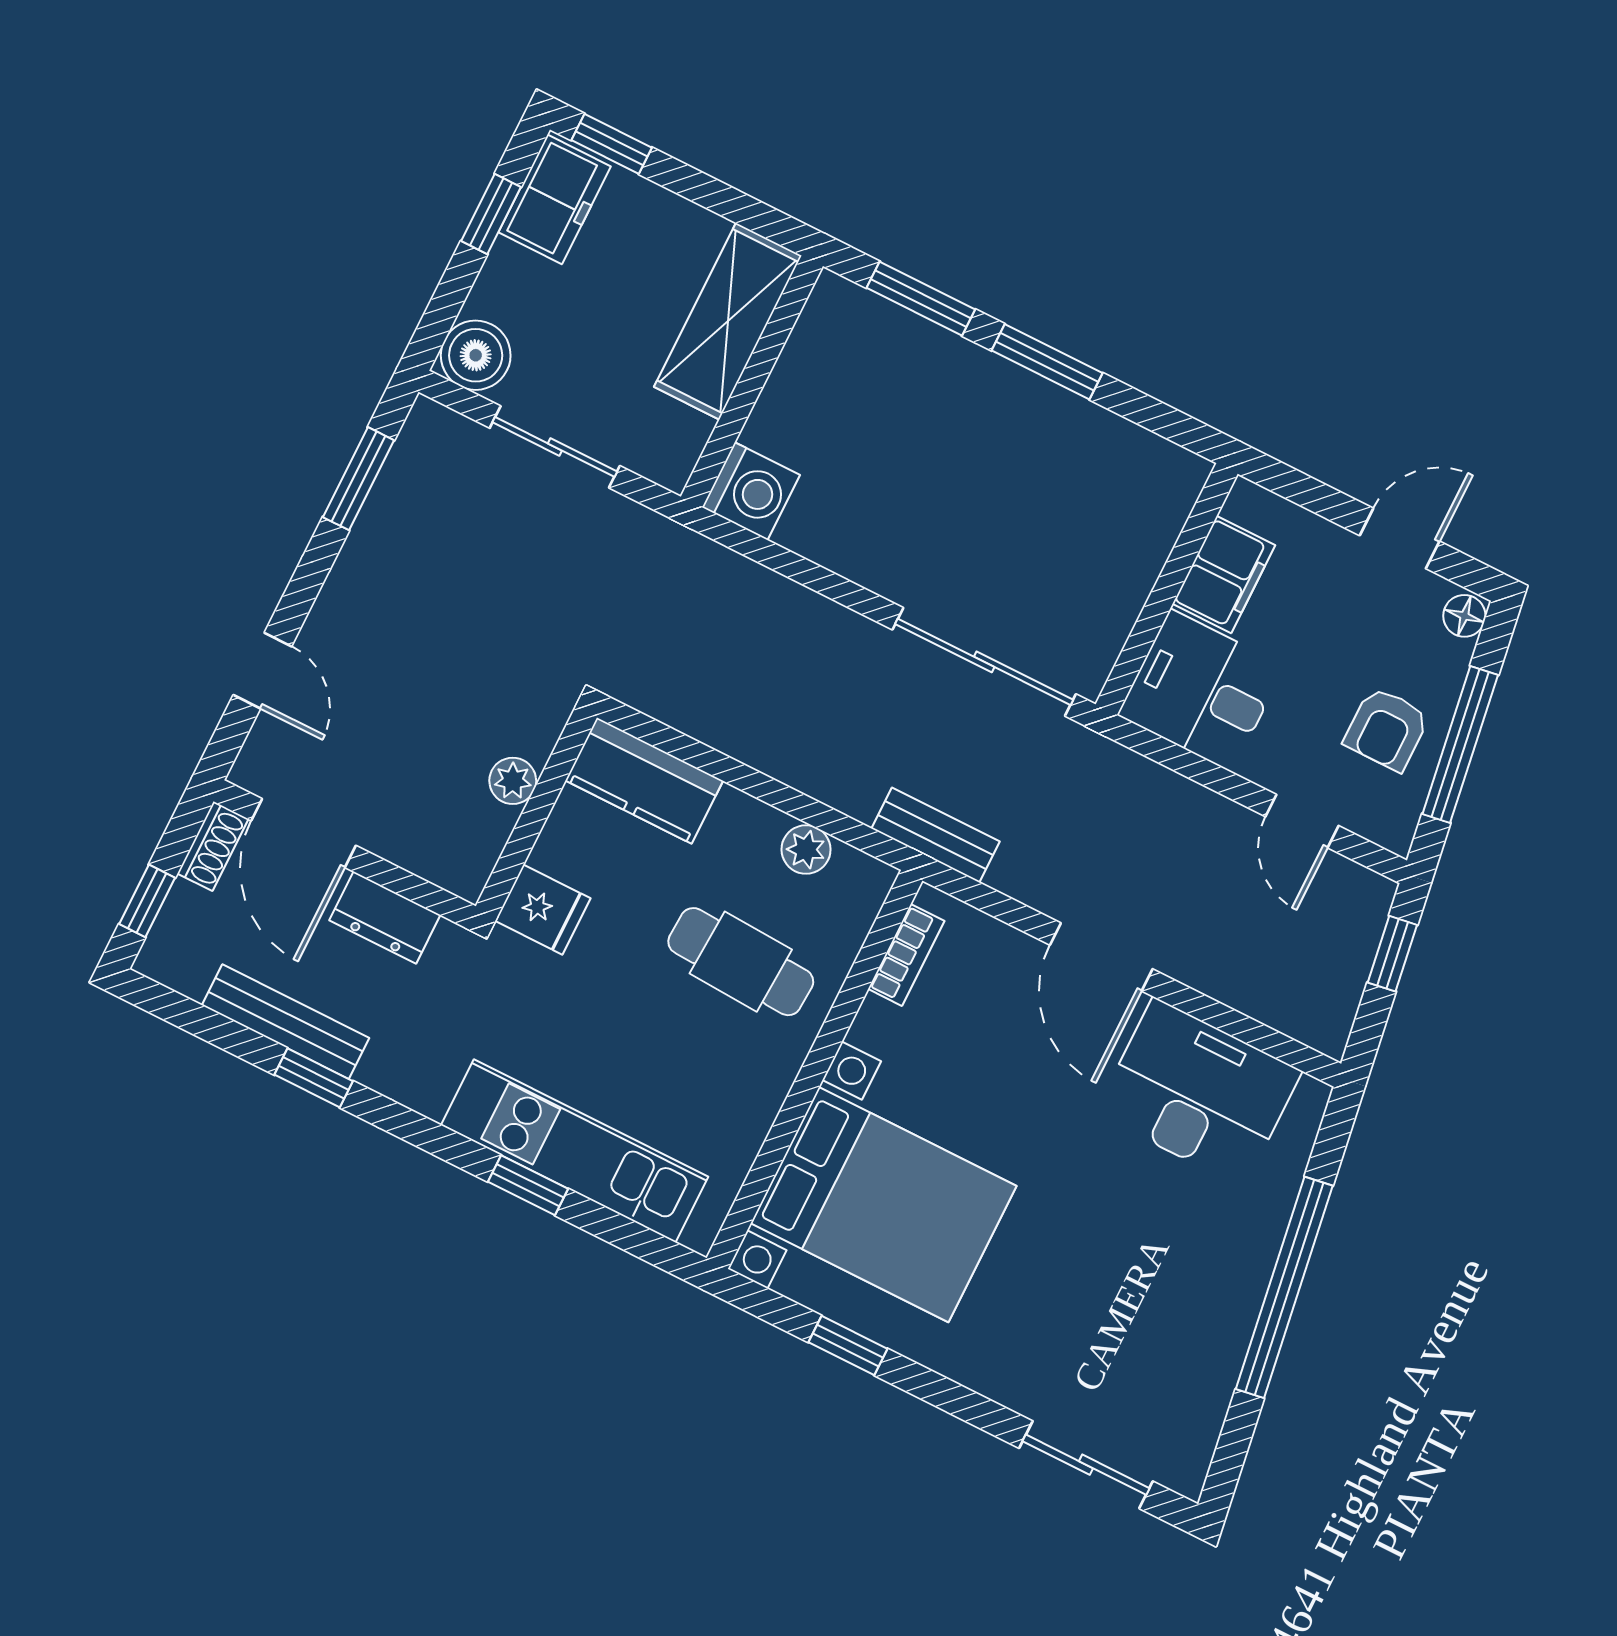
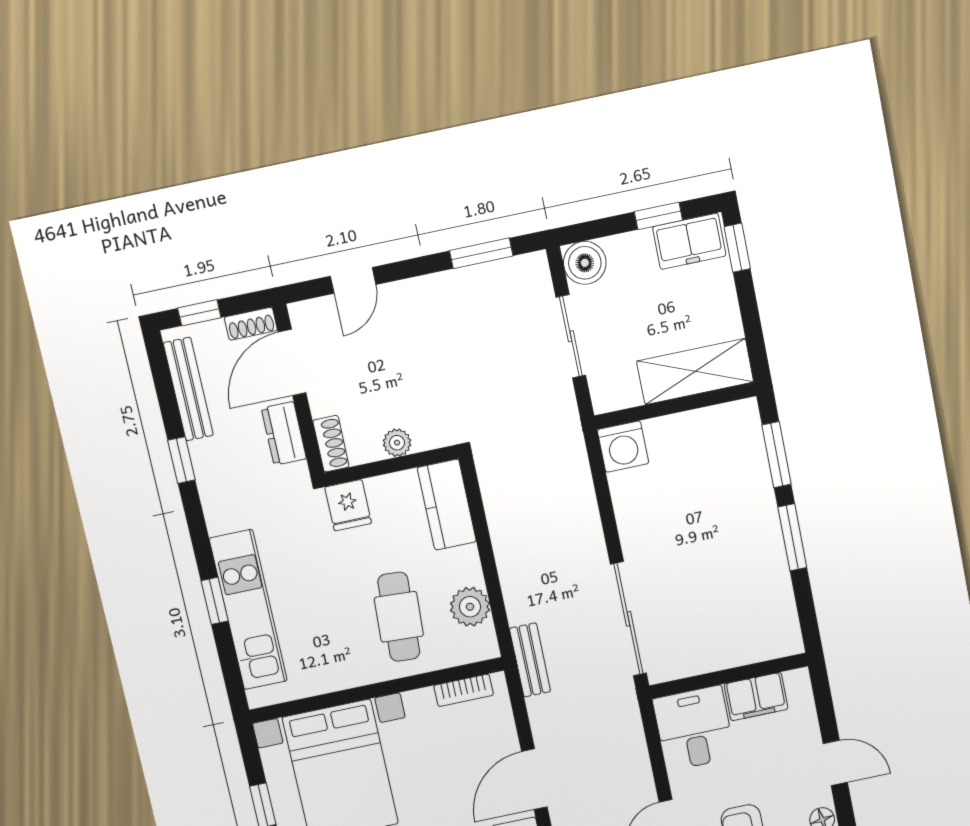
plant: (806, 849) -> (470, 607), width x1.38, depth x1.38
shoe rack: (446, 868) -> (331, 444), added
bench: (285, 1022) -> (188, 389), moved

